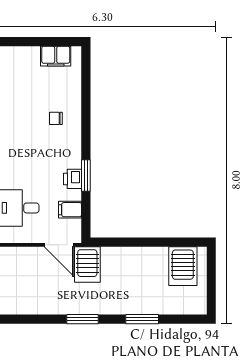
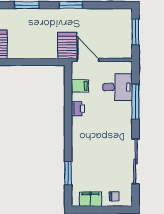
chair: (56, 118) -> (114, 196), moved
window: (86, 176) -> (68, 173), moved

